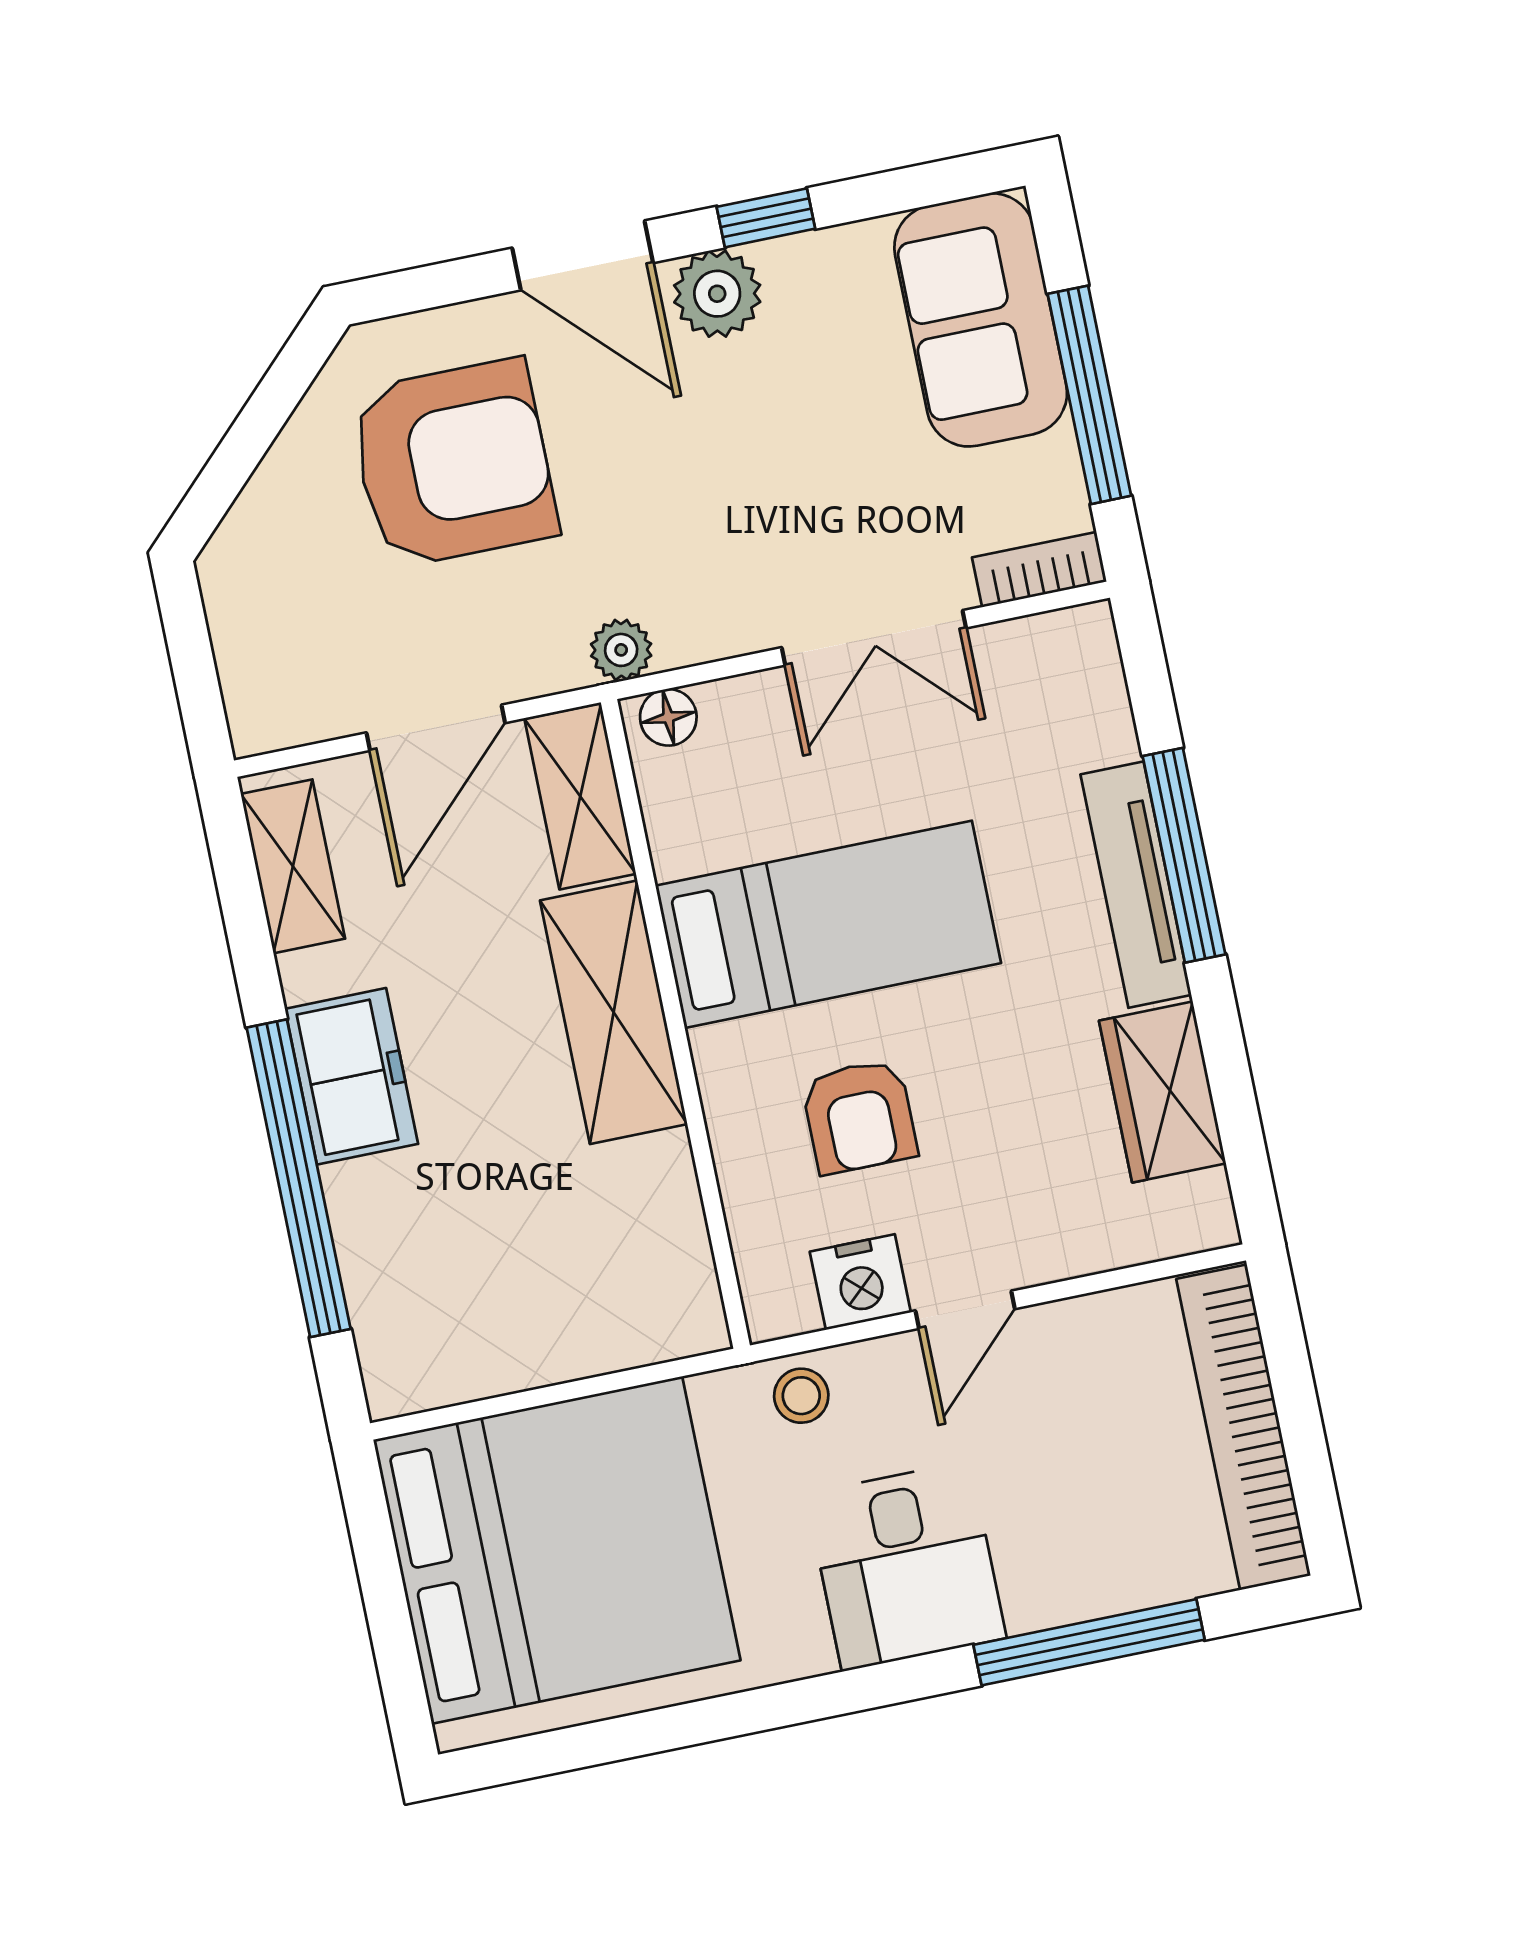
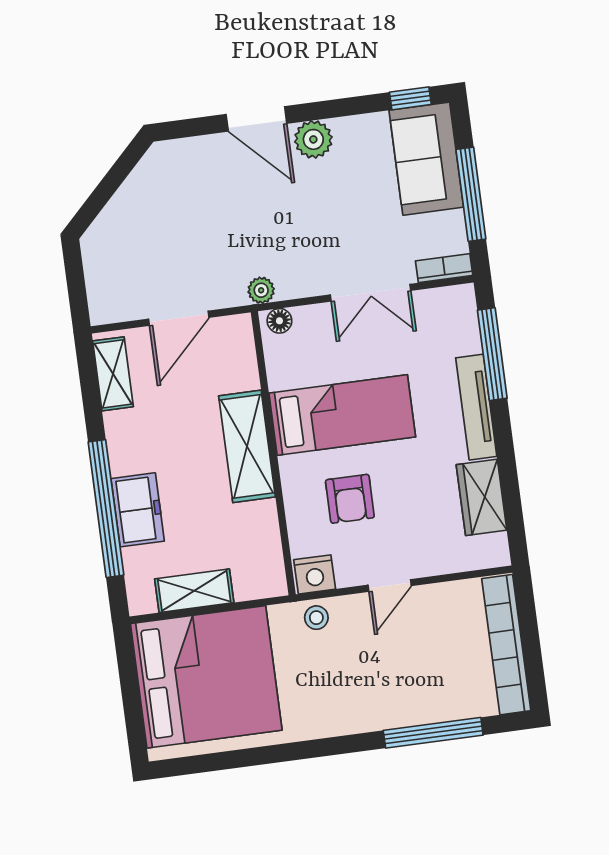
window: (766, 218) -> (410, 98), moved
armchair: (453, 463) -> (194, 205), removed
shelving: (580, 796) -> (194, 591), moved, turned 90
window: (1184, 855) -> (492, 354), moved
freezer: (351, 1076) -> (138, 510), moved
nightstand: (860, 1282) -> (315, 574), moved
desk: (906, 1566) -> (356, 694), removed

